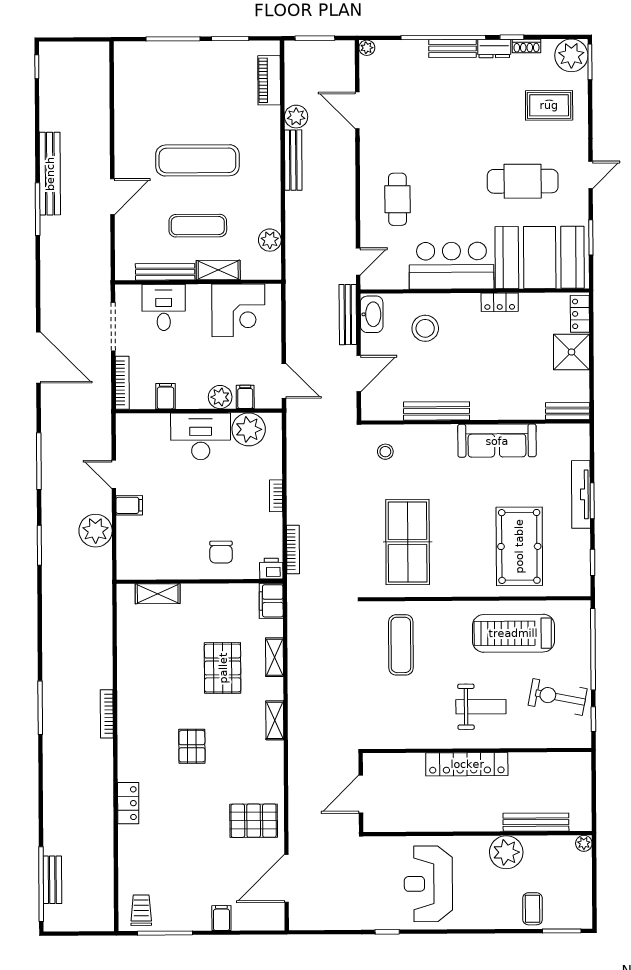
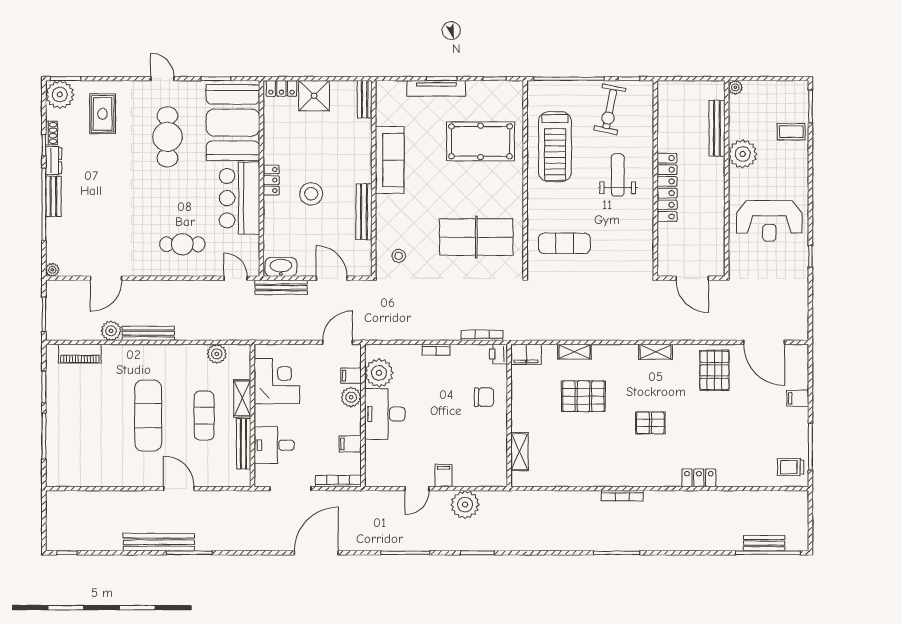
locker: (500, 302) -> (271, 180), moved
stool: (425, 328) -> (311, 194), moved
shelving: (275, 720) -> (656, 352), moved

